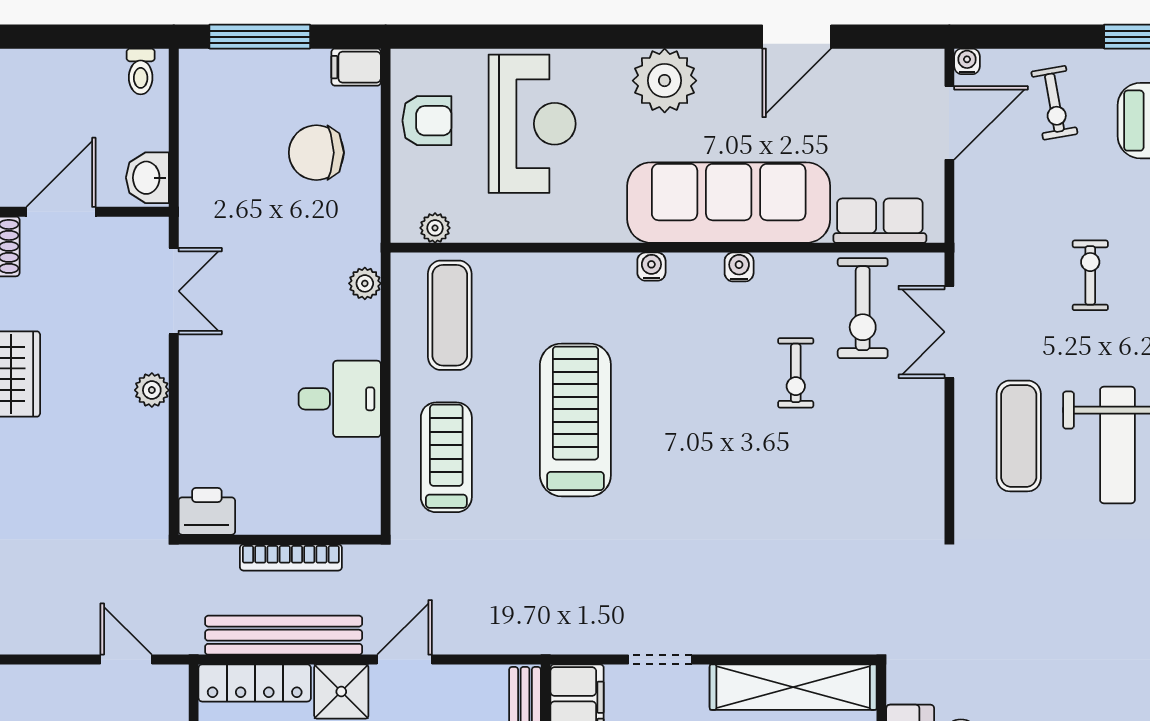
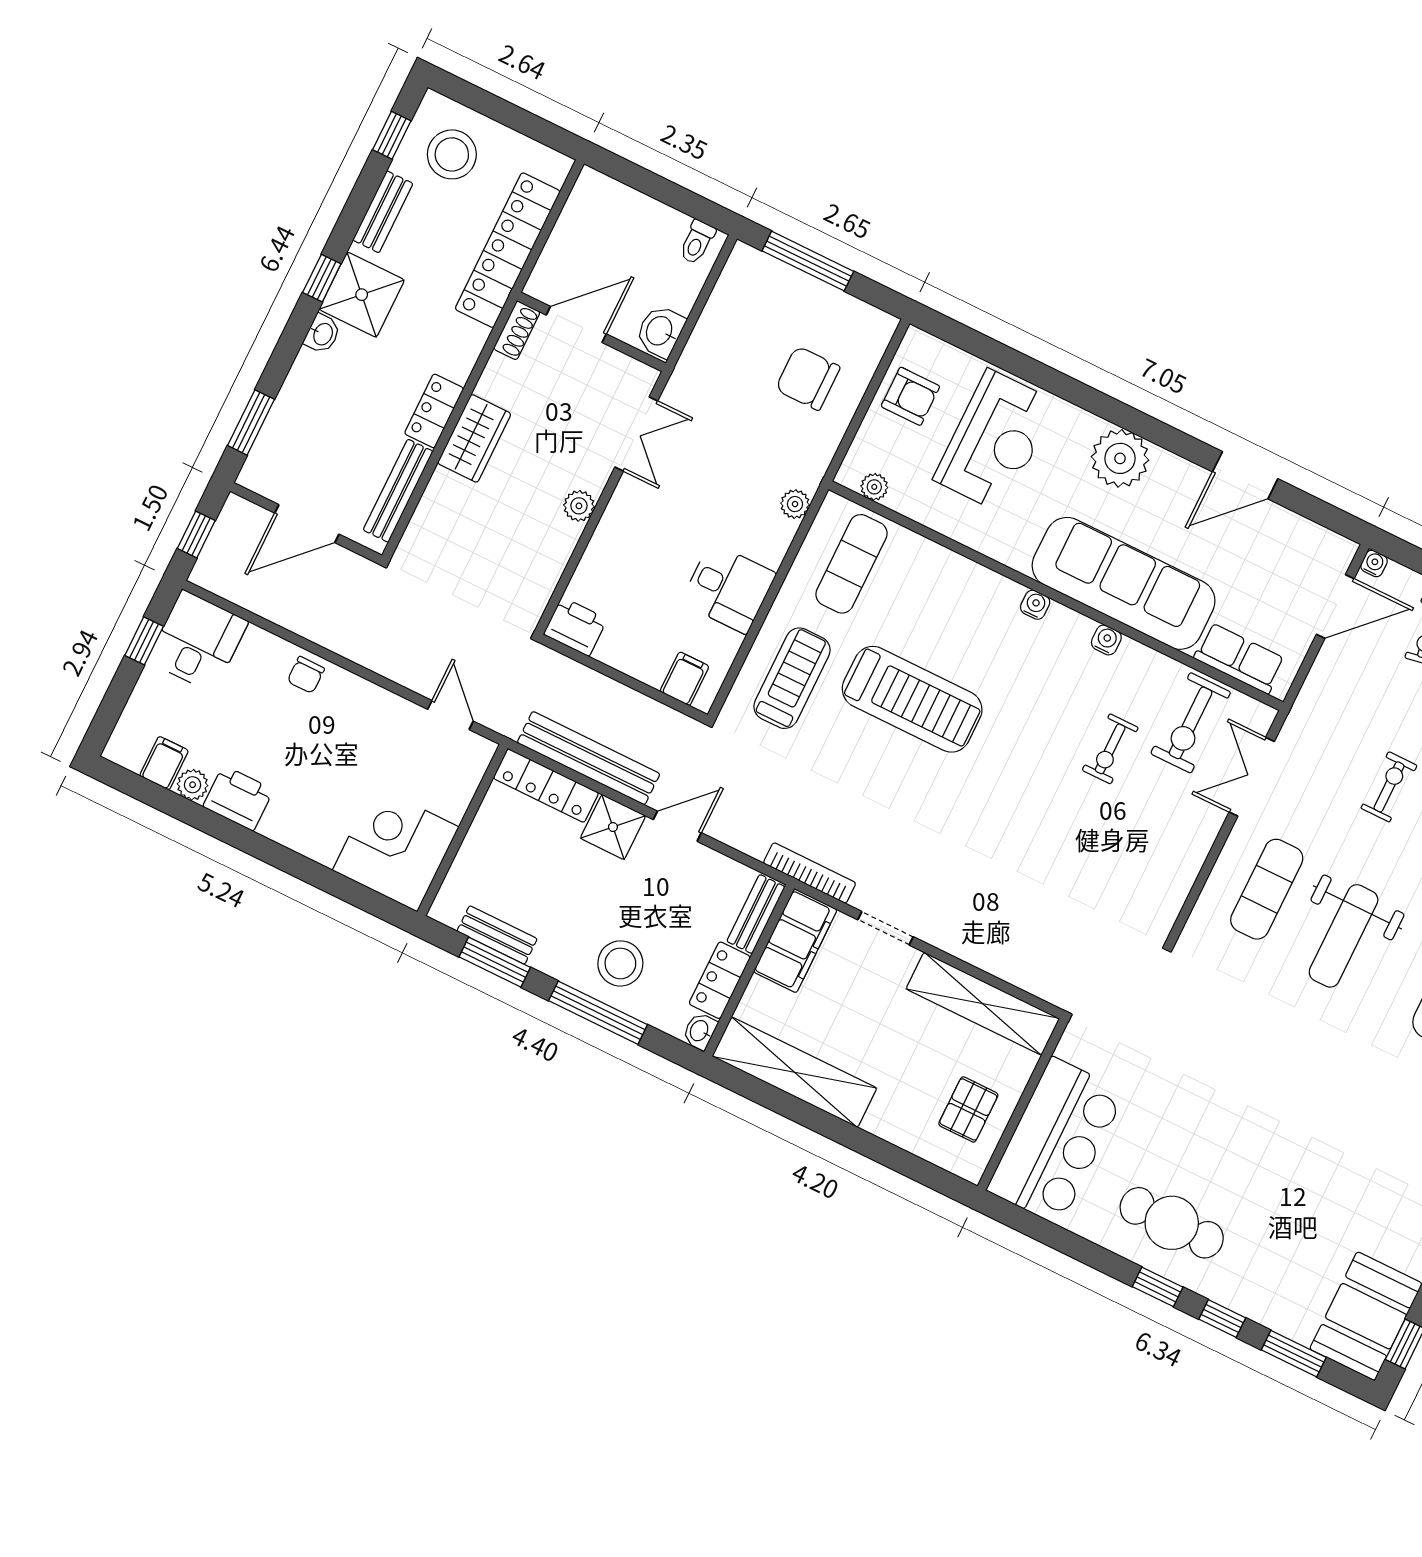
filing cabinet: (356, 67) -> (685, 679), moved, turned 90
treadmill: (575, 420) -> (912, 699), turned 90
bookcase: (291, 557) -> (810, 873), moved, turned 180

